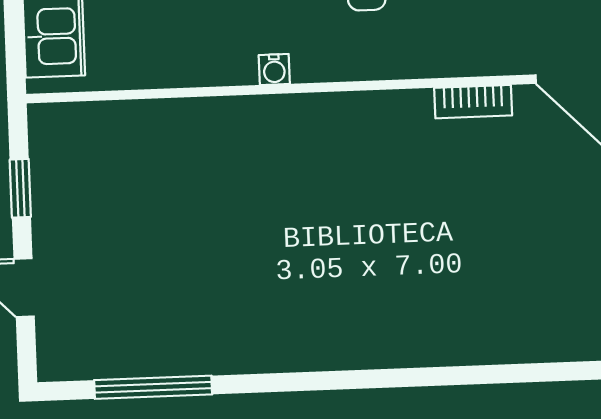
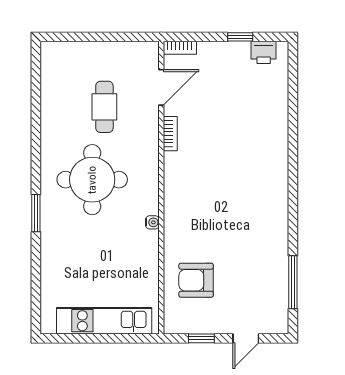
armchair: (149, 172) -> (196, 280), added

